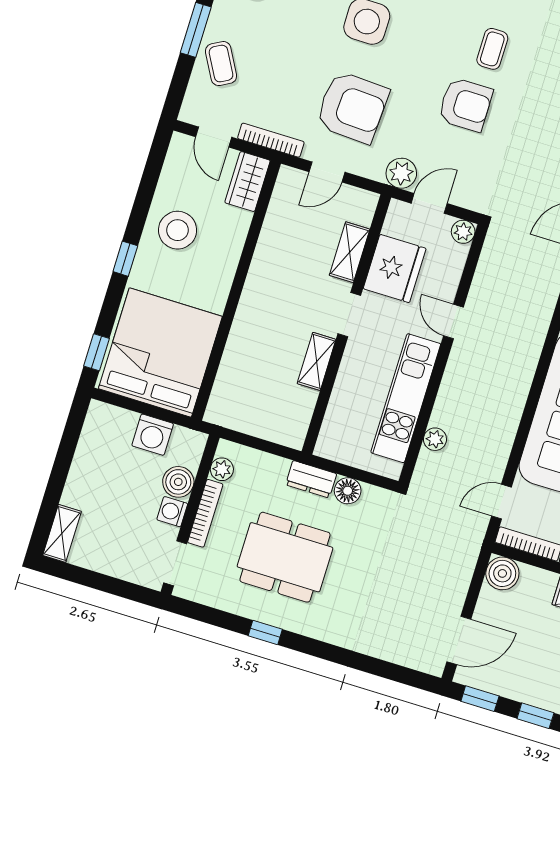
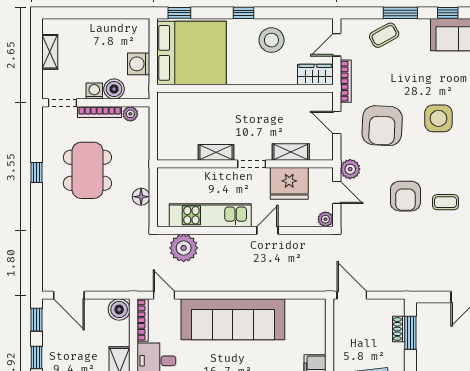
plant: (435, 439) -> (184, 248), width x1.88, depth x1.88
dresser: (311, 479) -> (141, 172), removed
shelving: (62, 533) -> (50, 52), moved, turned 90

